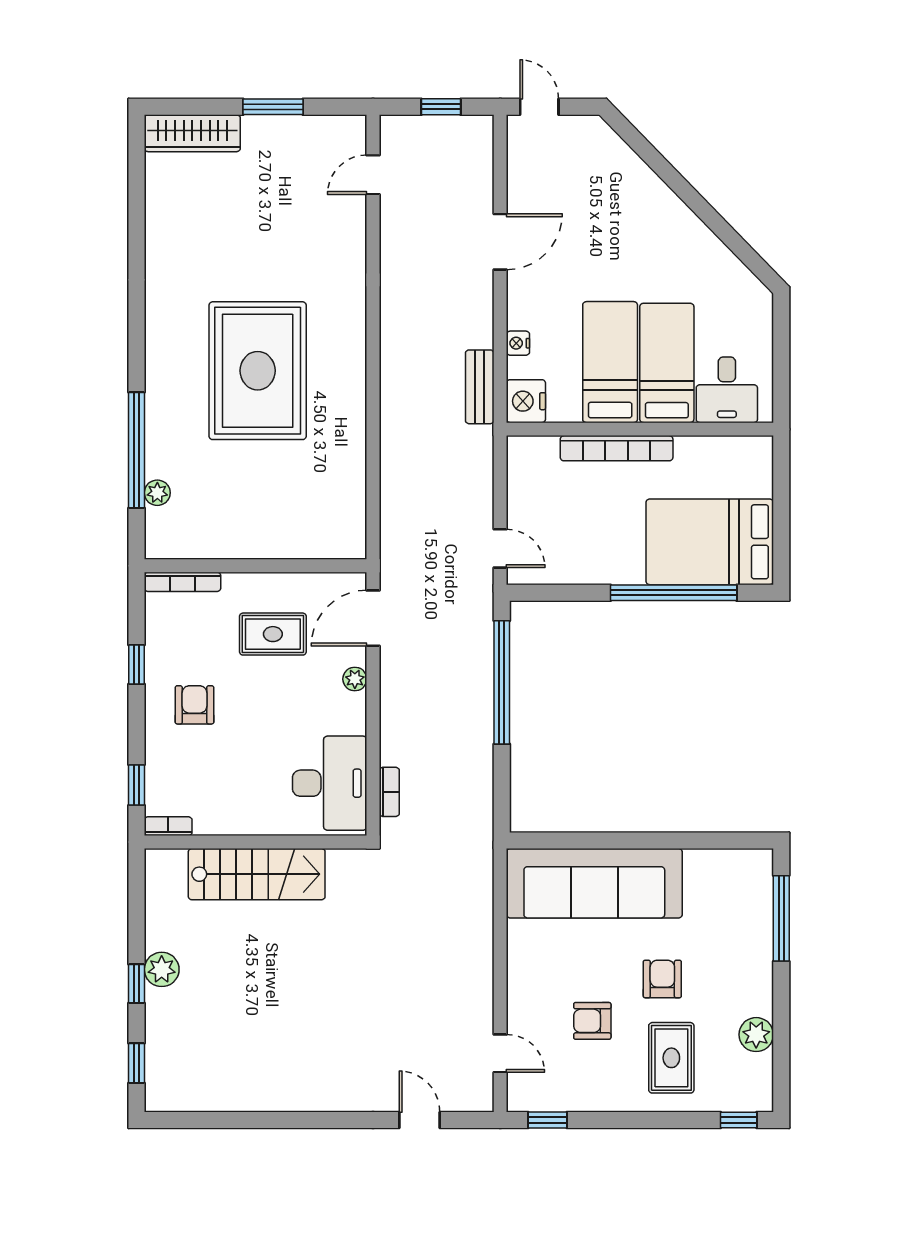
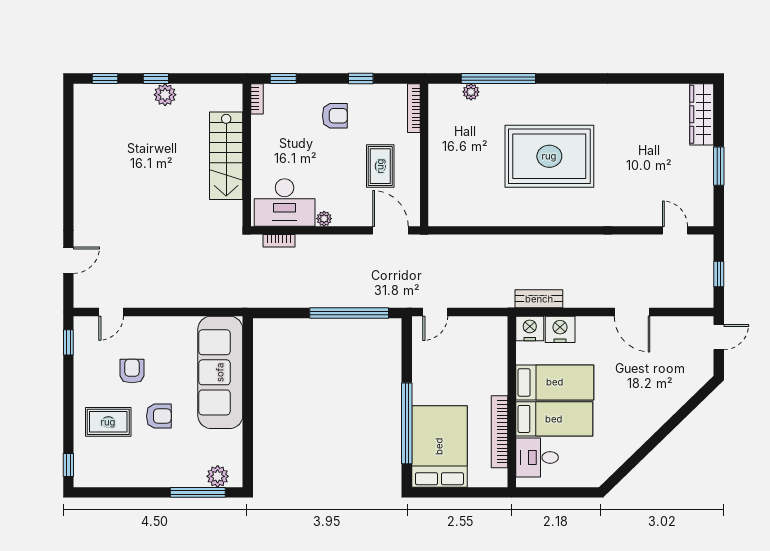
nightstand: (518, 343) -> (560, 329), width x1.89, depth x1.79
bookcase: (617, 448) -> (500, 432), moved
plant: (355, 679) -> (324, 219), moved
plant: (756, 1035) -> (218, 476), moved

